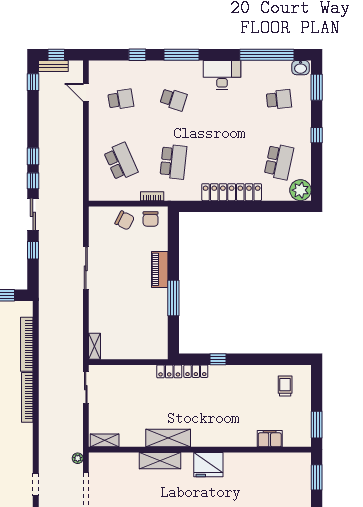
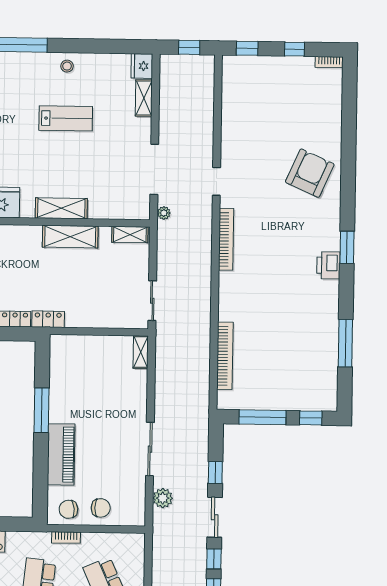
chair: (151, 219) -> (68, 509), turned -96
chair: (125, 220) -> (101, 508), turned 153
plant: (75, 229) -> (163, 498), added
piano: (160, 269) -> (61, 454), width x1.37, depth x1.33
bookcase: (27, 397) -> (226, 239), moved
shelving: (168, 438) -> (70, 237), moved

